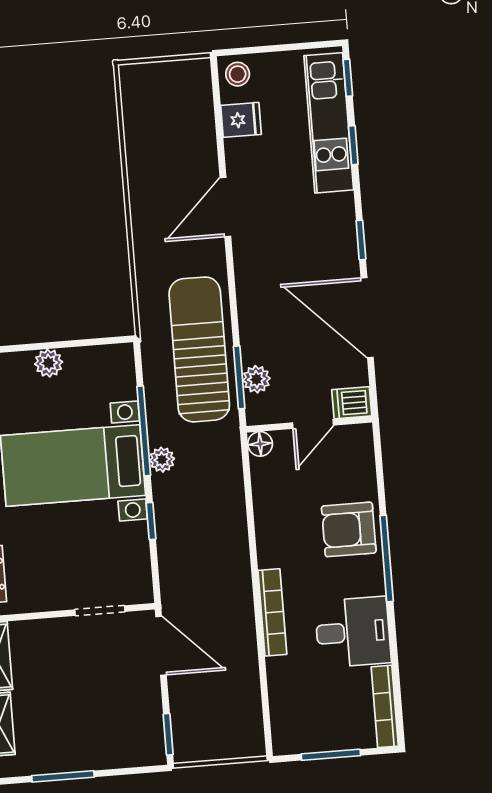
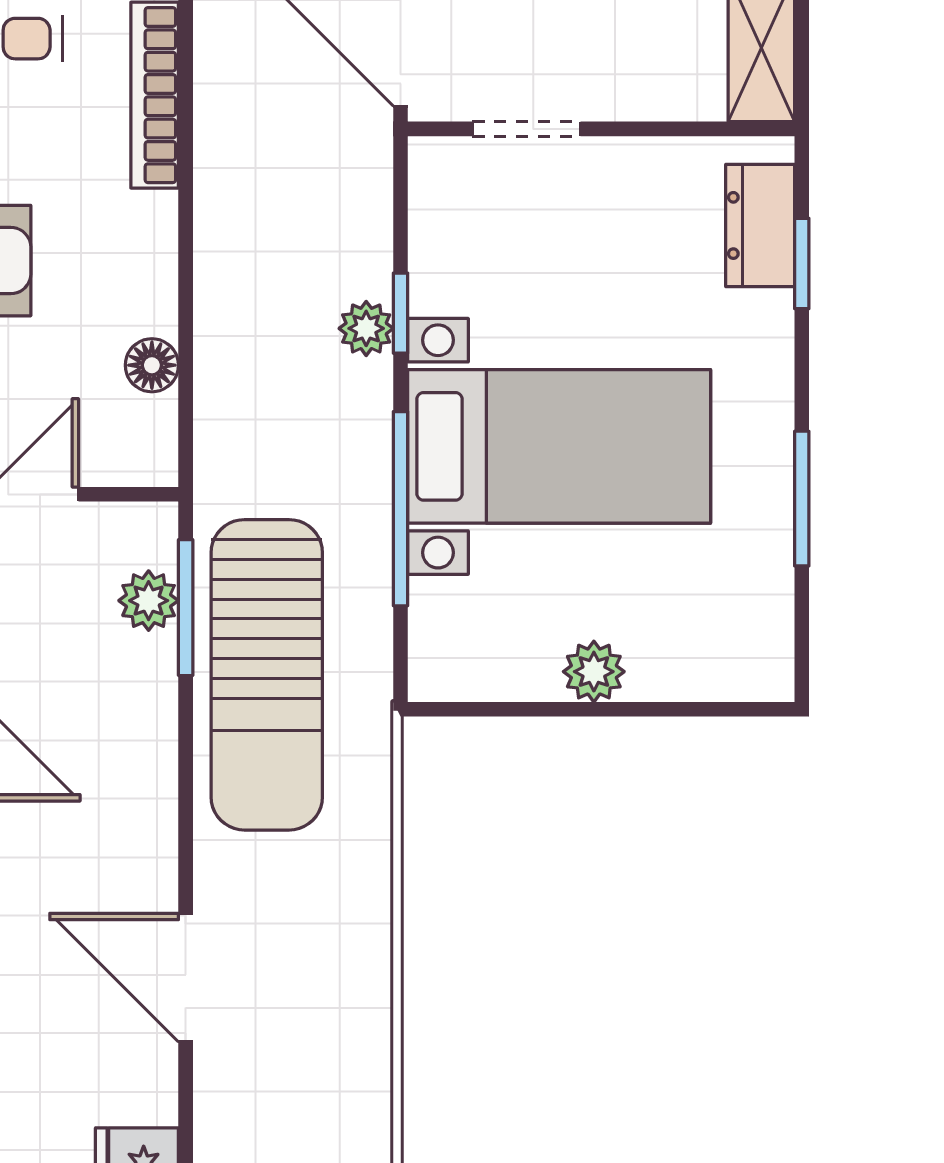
door: (225, 207) -> (186, 978), swing flipped
floor lamp: (260, 444) -> (152, 365), moved
plant: (162, 460) -> (366, 328), moved

